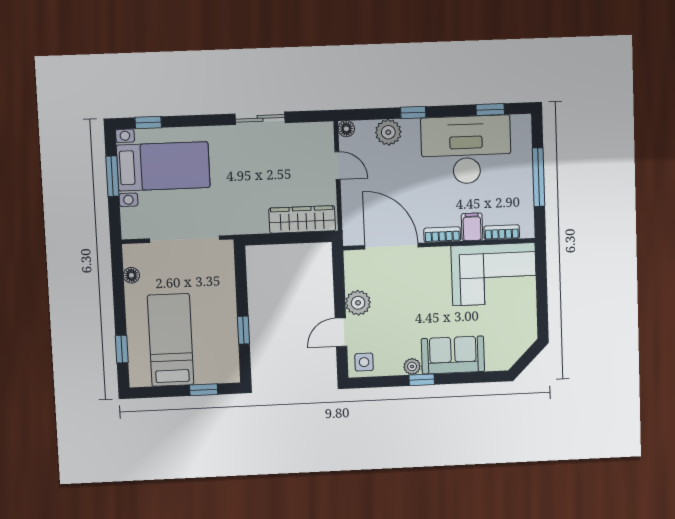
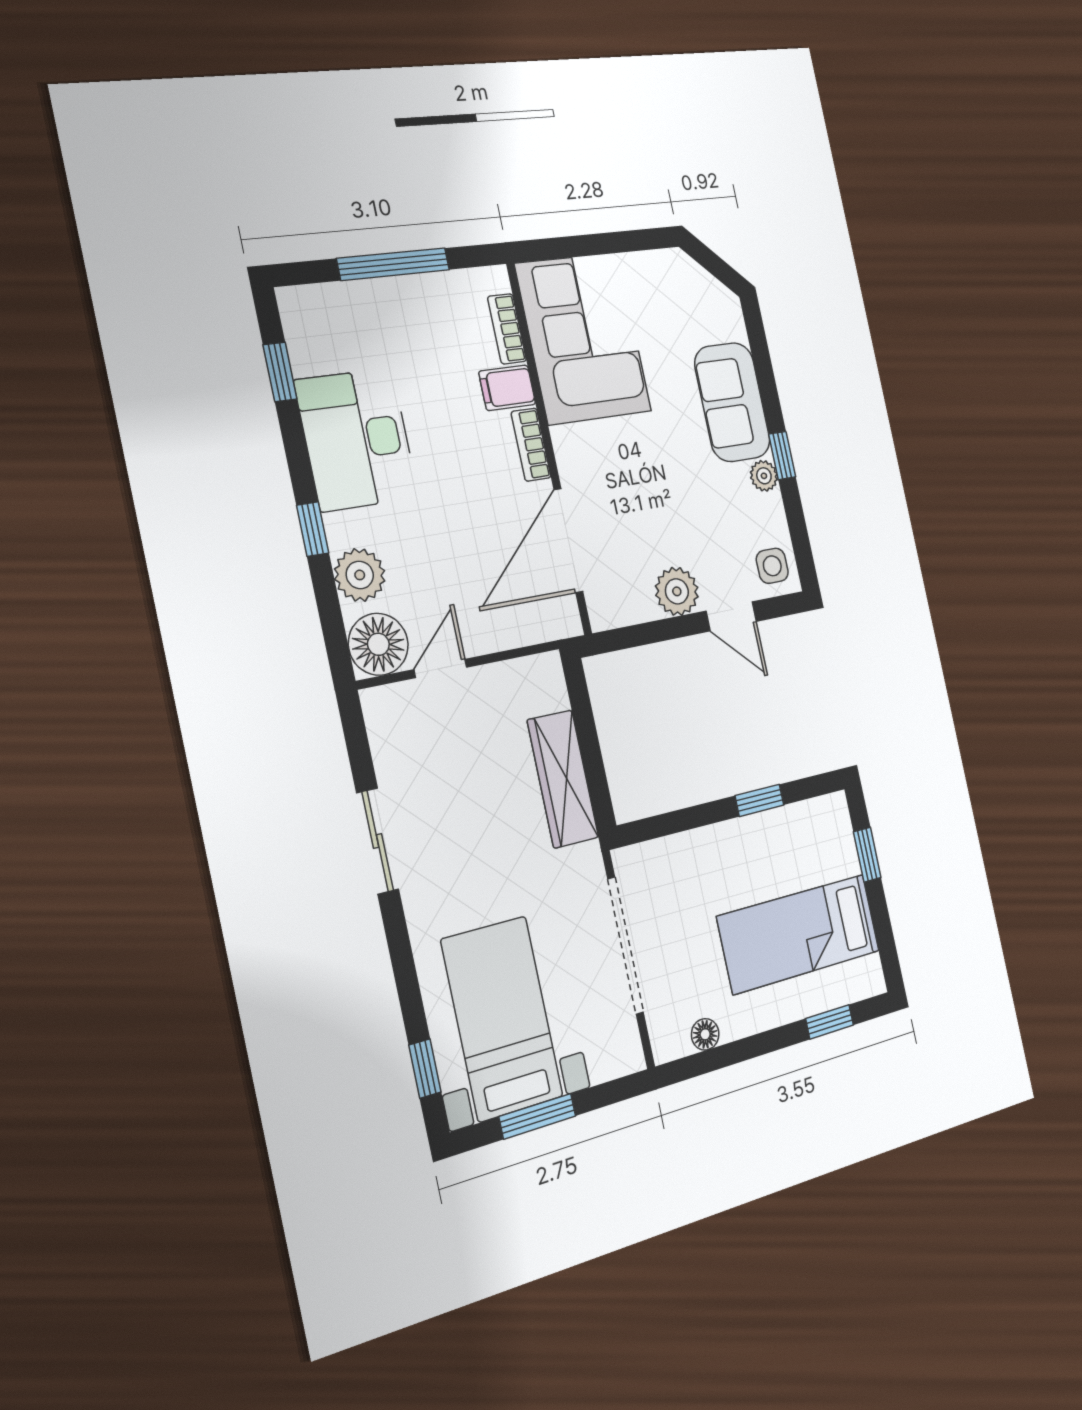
floor lamp: (346, 129) -> (378, 644), width x1.89, depth x1.89
desk: (466, 150) -> (357, 439), width x0.73, depth x0.77
wardrobe: (302, 219) -> (563, 779), moved

